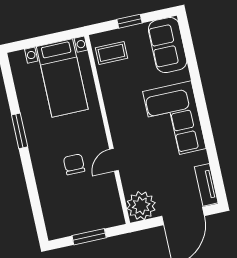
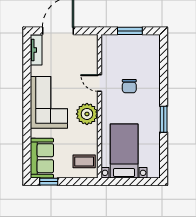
window: (130, 21) -> (49, 182), moved
door: (114, 160) -> (99, 83), swing flipped
plant: (141, 206) -> (87, 114), moved

